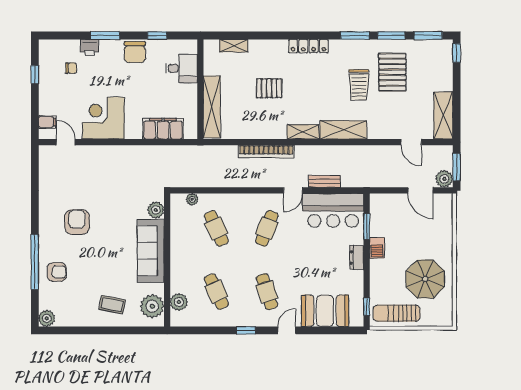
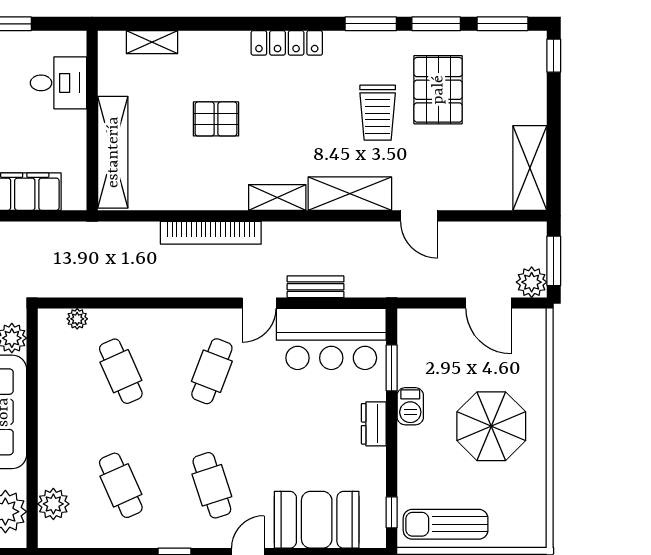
door: (411, 142) -> (419, 216), moved
parasol: (425, 279) -> (491, 426), moved

